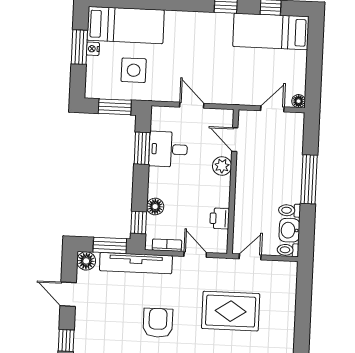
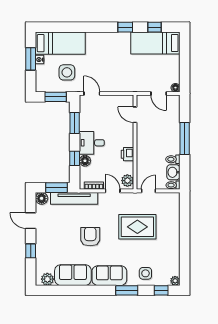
door: (192, 105) -> (92, 93), moved
door: (272, 109) -> (159, 93), swing flipped
desk: (168, 149) -> (92, 143), moved
plant: (222, 166) -> (127, 181), moved
printer: (220, 219) -> (127, 154), moved
window: (139, 222) -> (75, 158), moved

